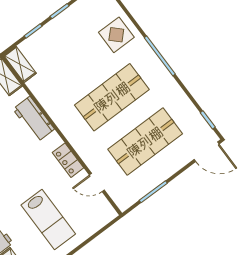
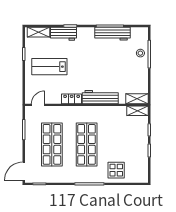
workbench: (34, 119) -> (100, 97), width x1.38
door: (97, 182) -> (38, 105), moved

